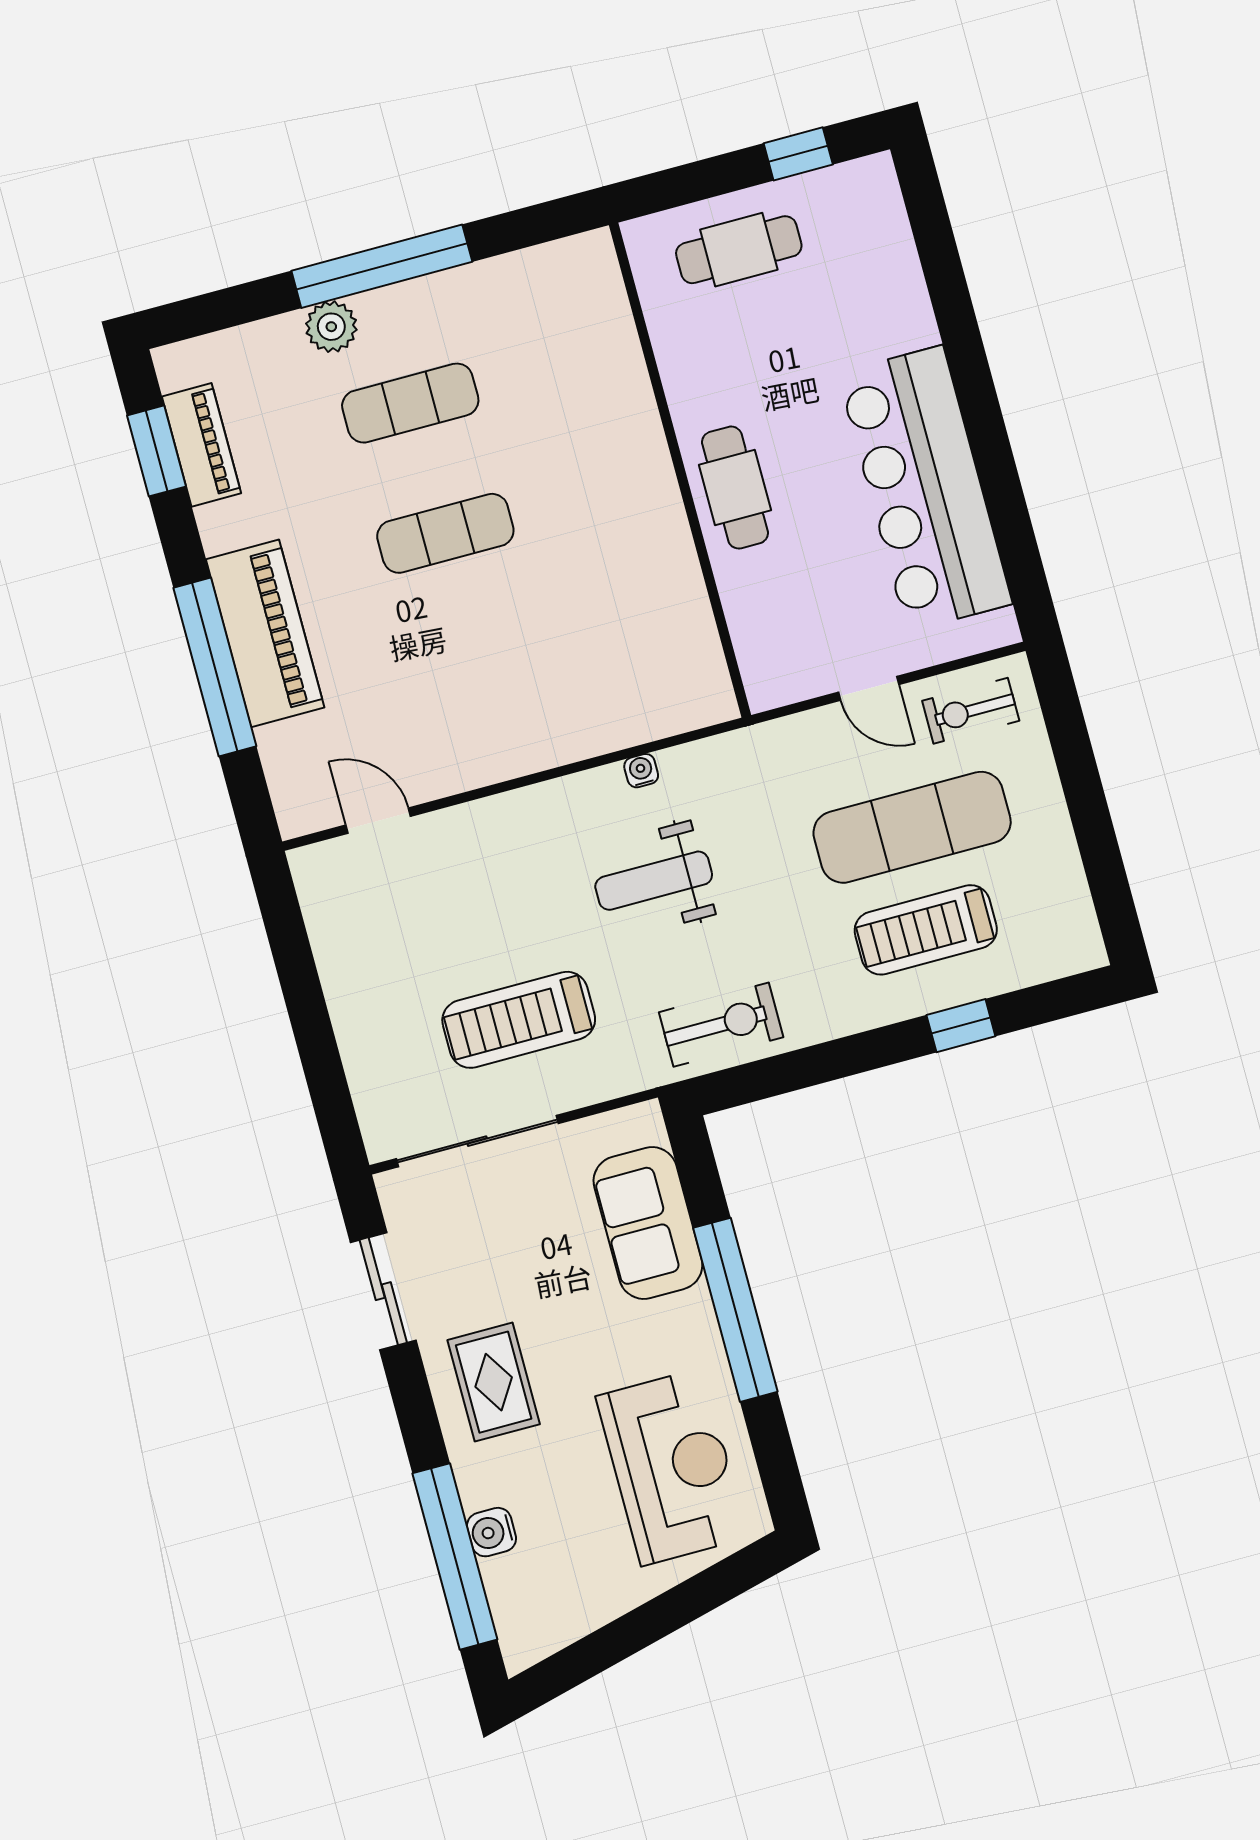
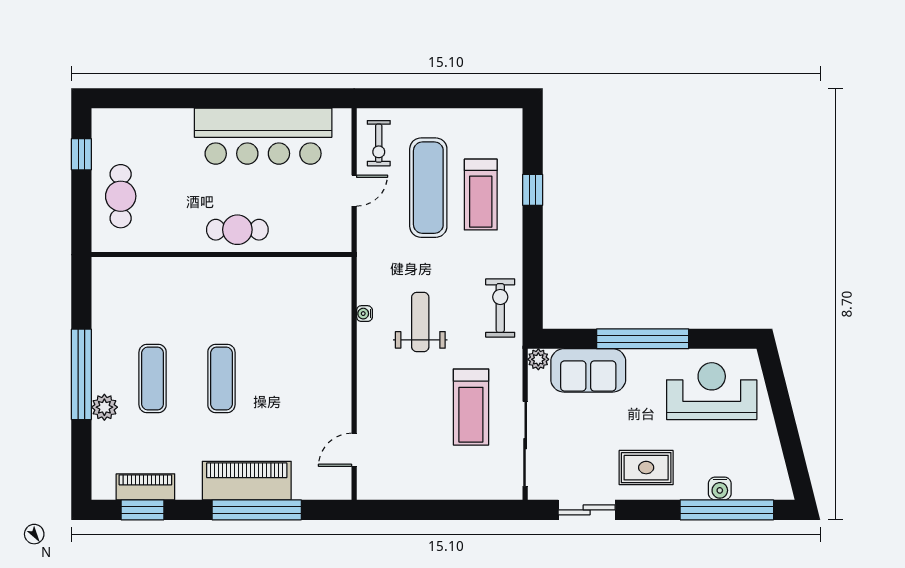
weight bench: (654, 881) -> (420, 322), turned 180
plant: (643, 1123) -> (538, 359), added

